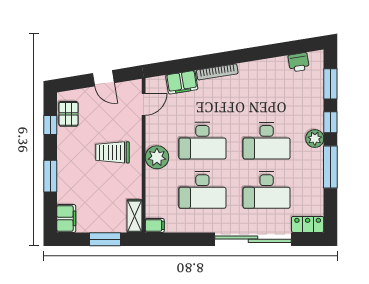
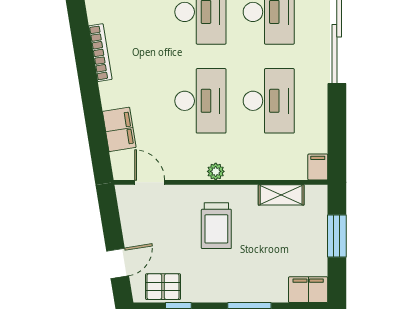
bookcase: (217, 72) -> (100, 53), moved
door: (103, 78) -> (118, 263), moved
plant: (157, 157) -> (216, 171), width x0.53, depth x0.53
shelving: (135, 216) -> (281, 195), moved

